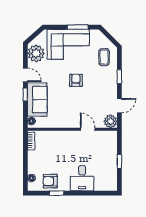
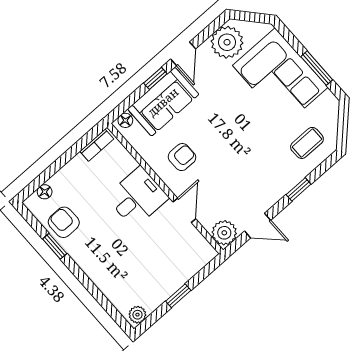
armchair: (76, 80) -> (182, 157), moved
desk: (82, 178) -> (137, 197), moved, turned 180
plant: (113, 184) -> (137, 315), added

